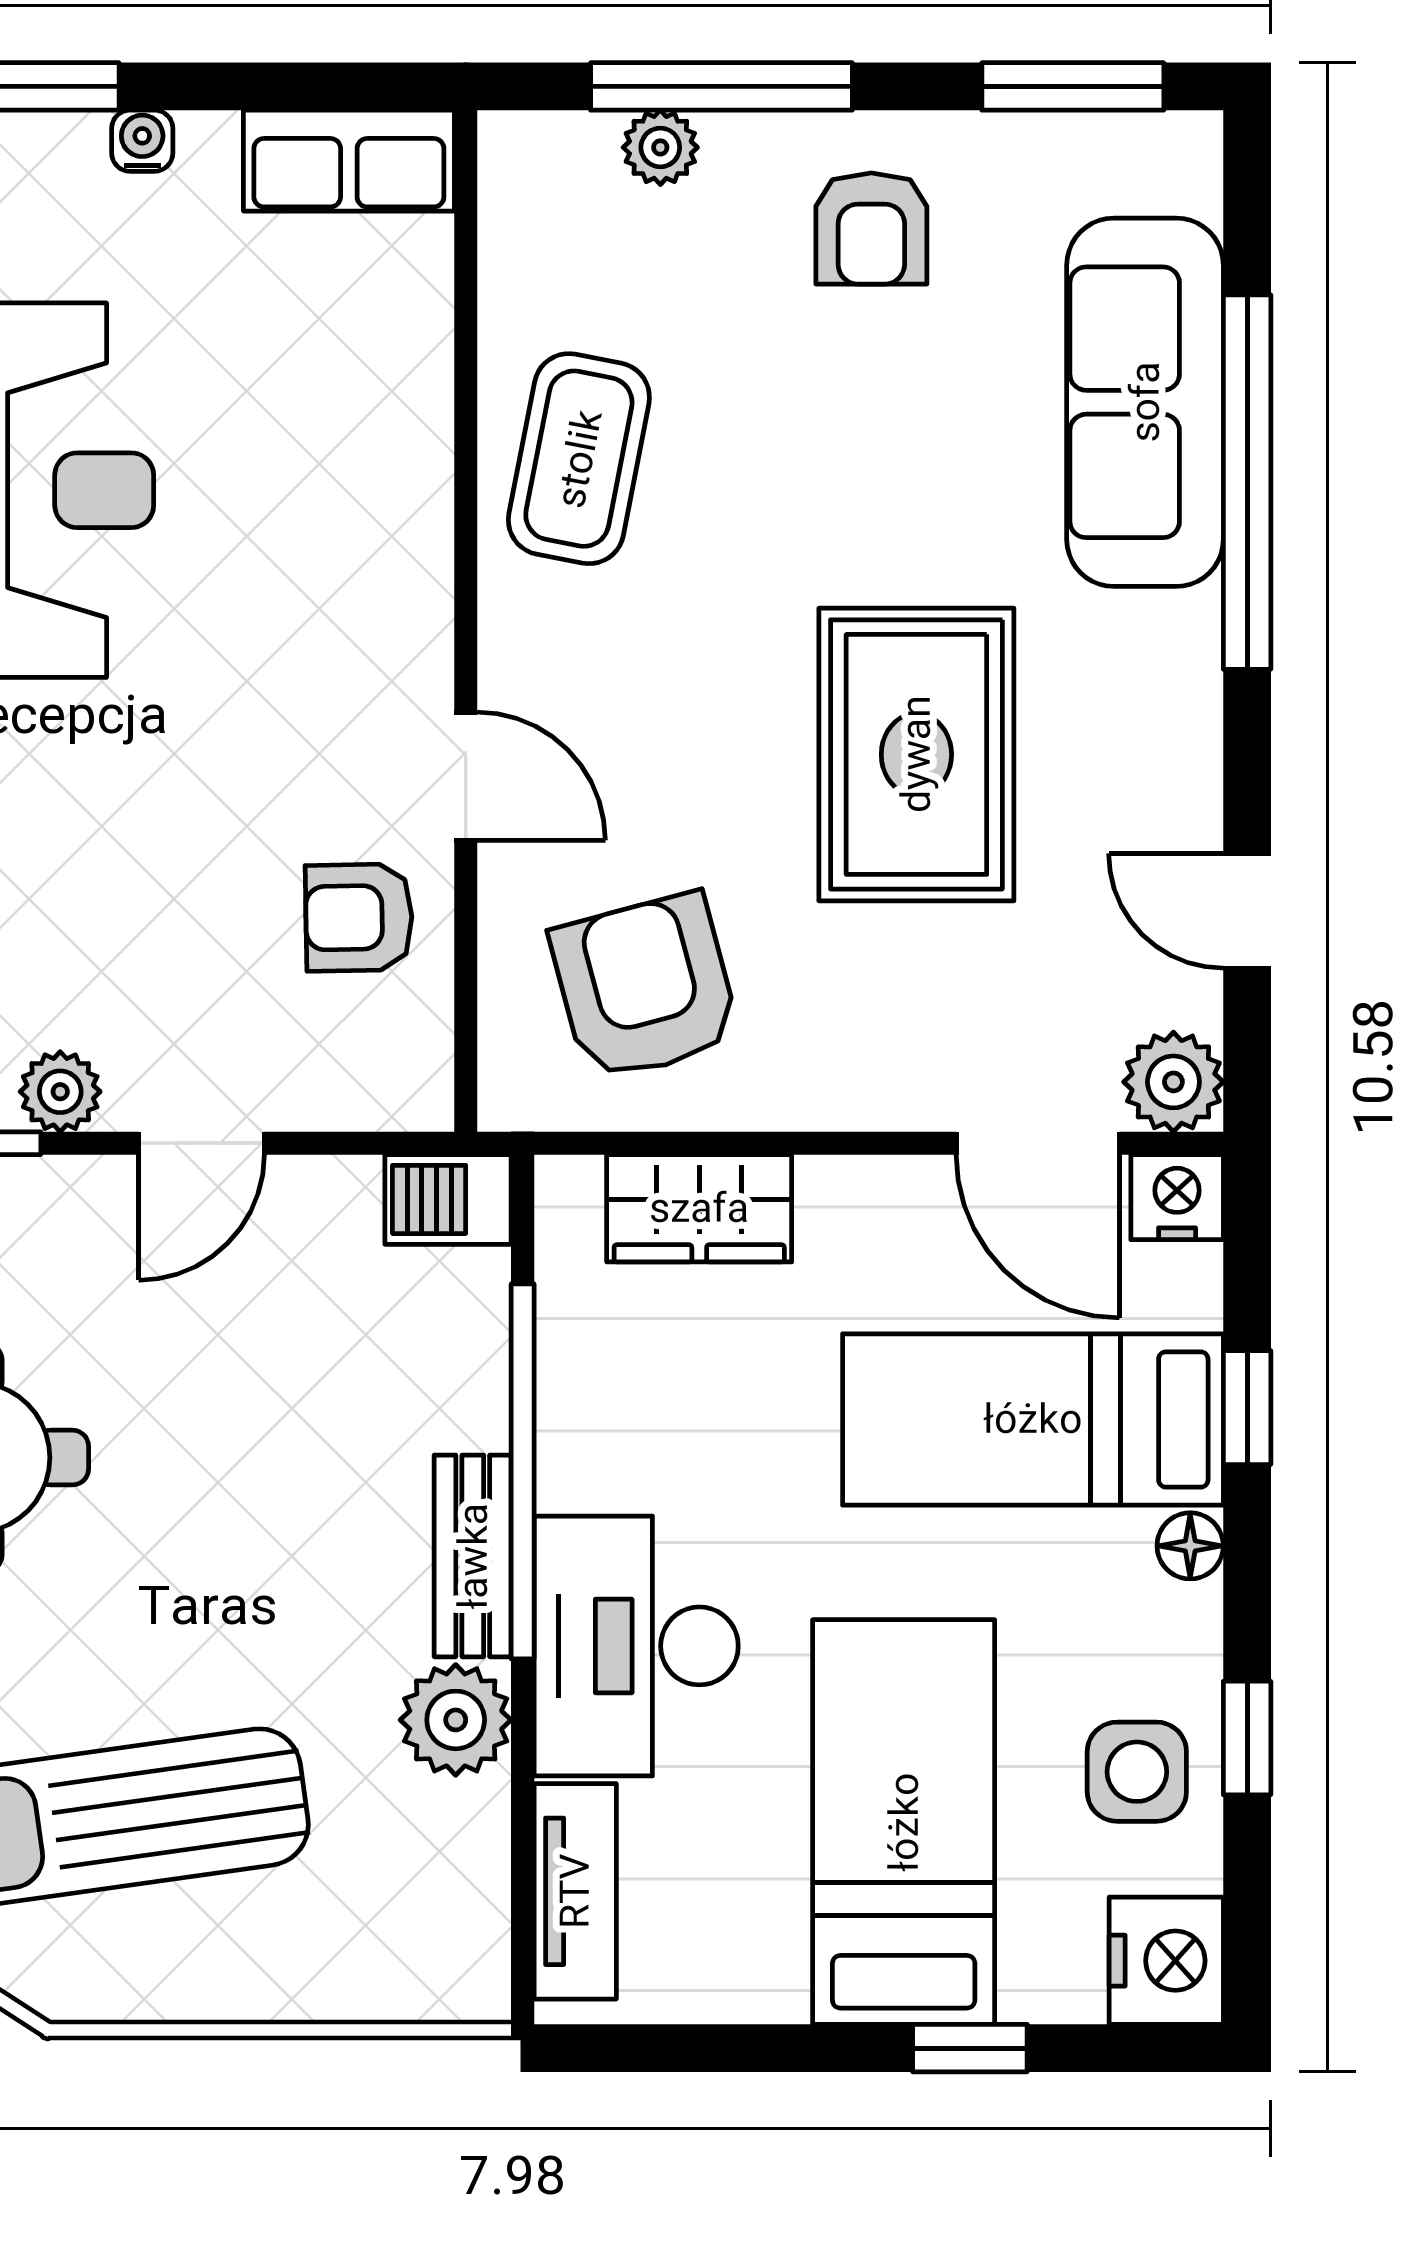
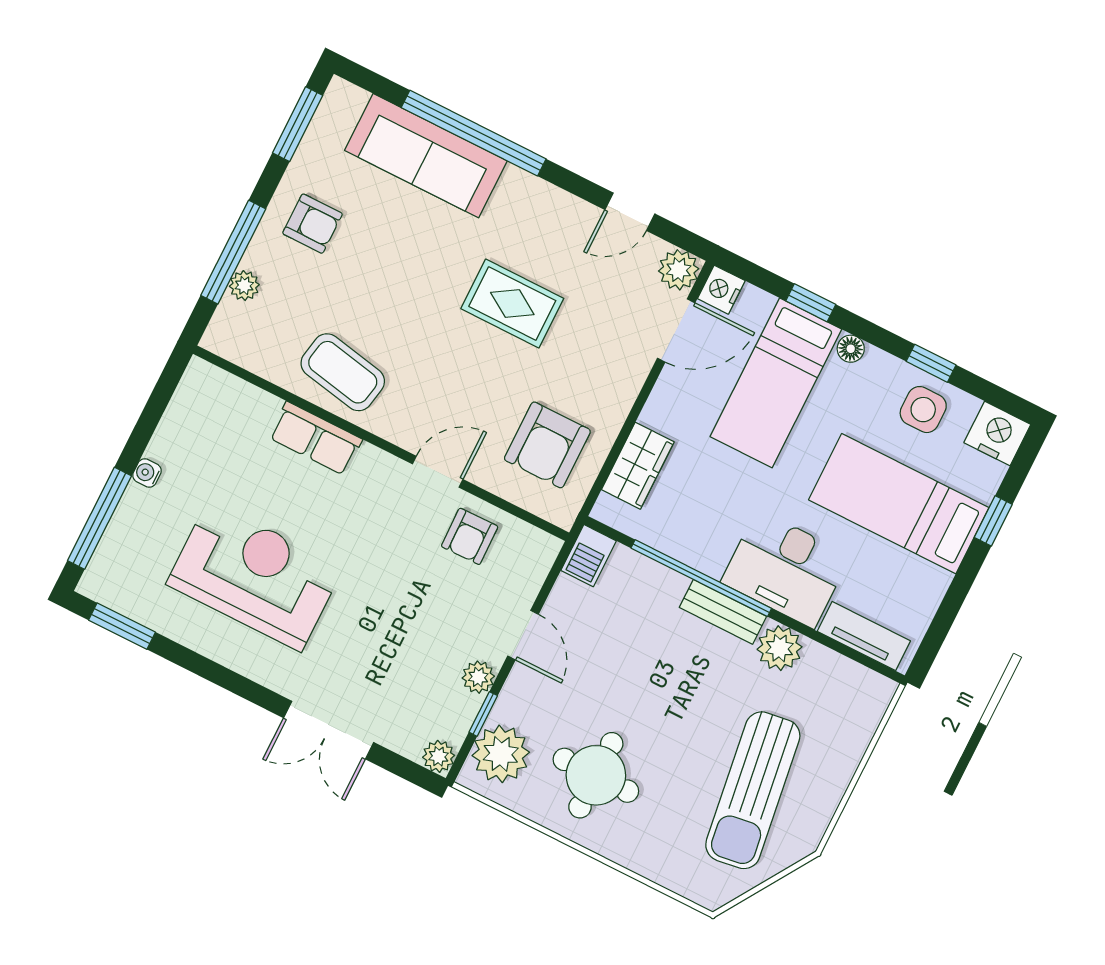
row of seats: (349, 161) -> (315, 438), moved, turned 90
rug: (916, 754) -> (512, 303), width x0.73, depth x0.70
armchair: (645, 987) -> (547, 445), turned -75

